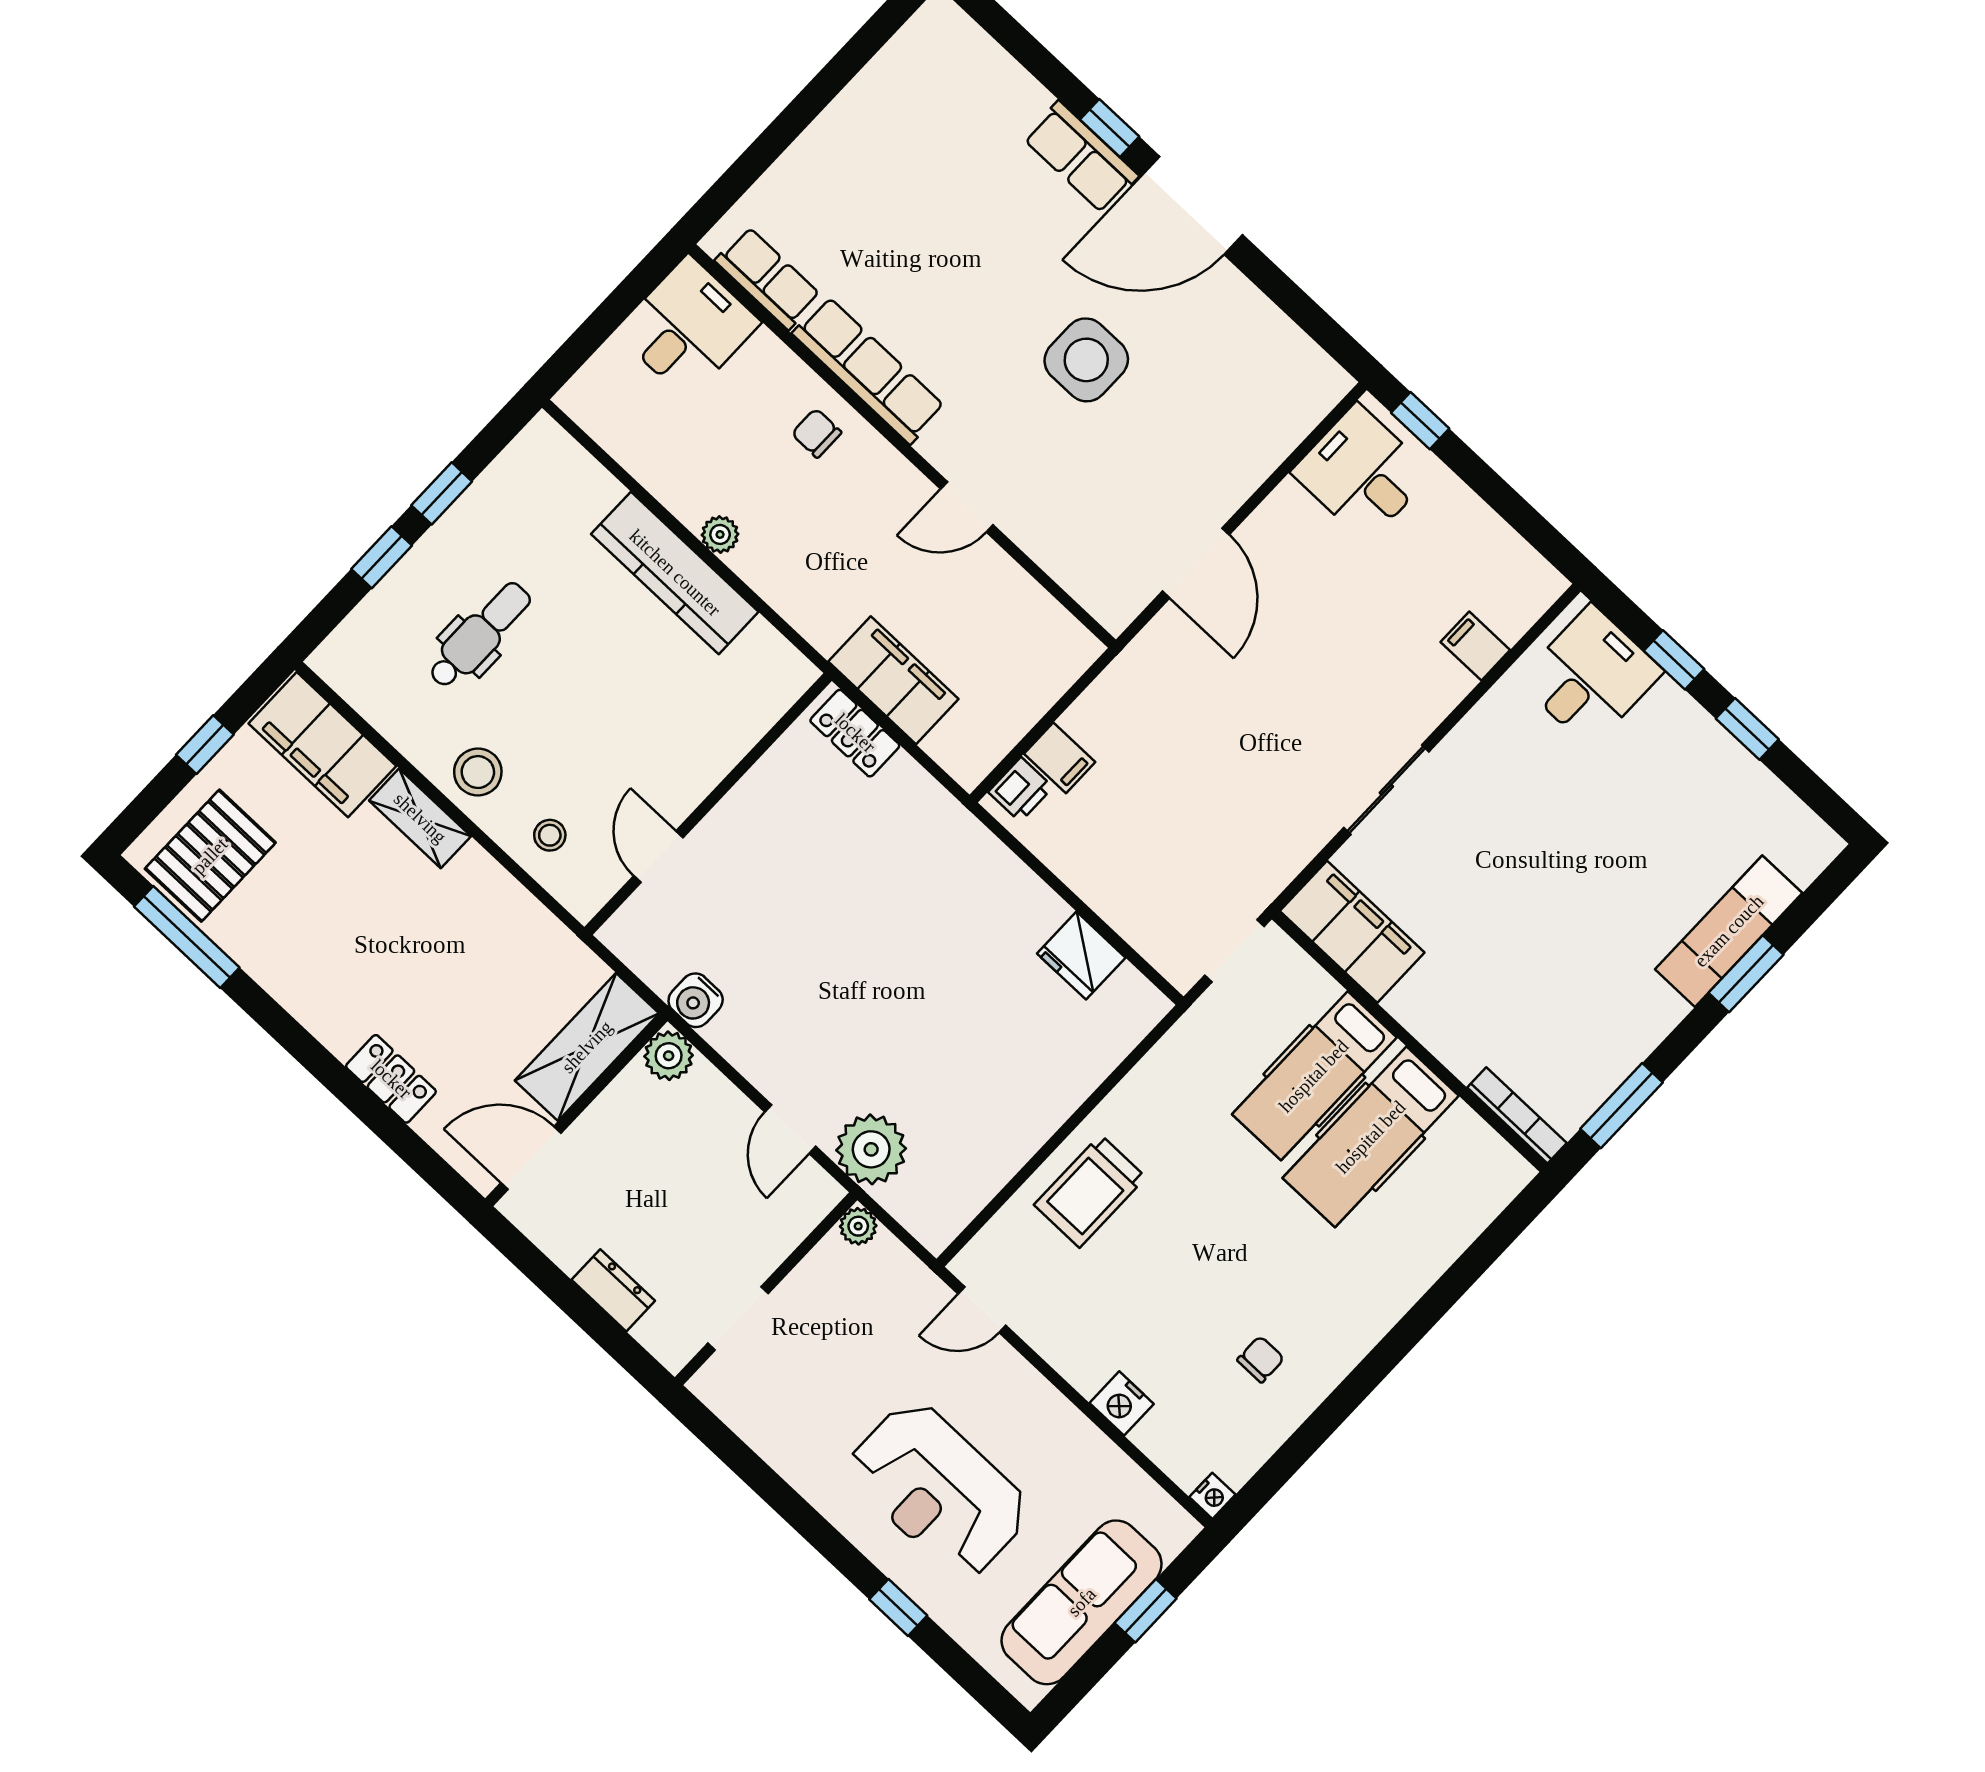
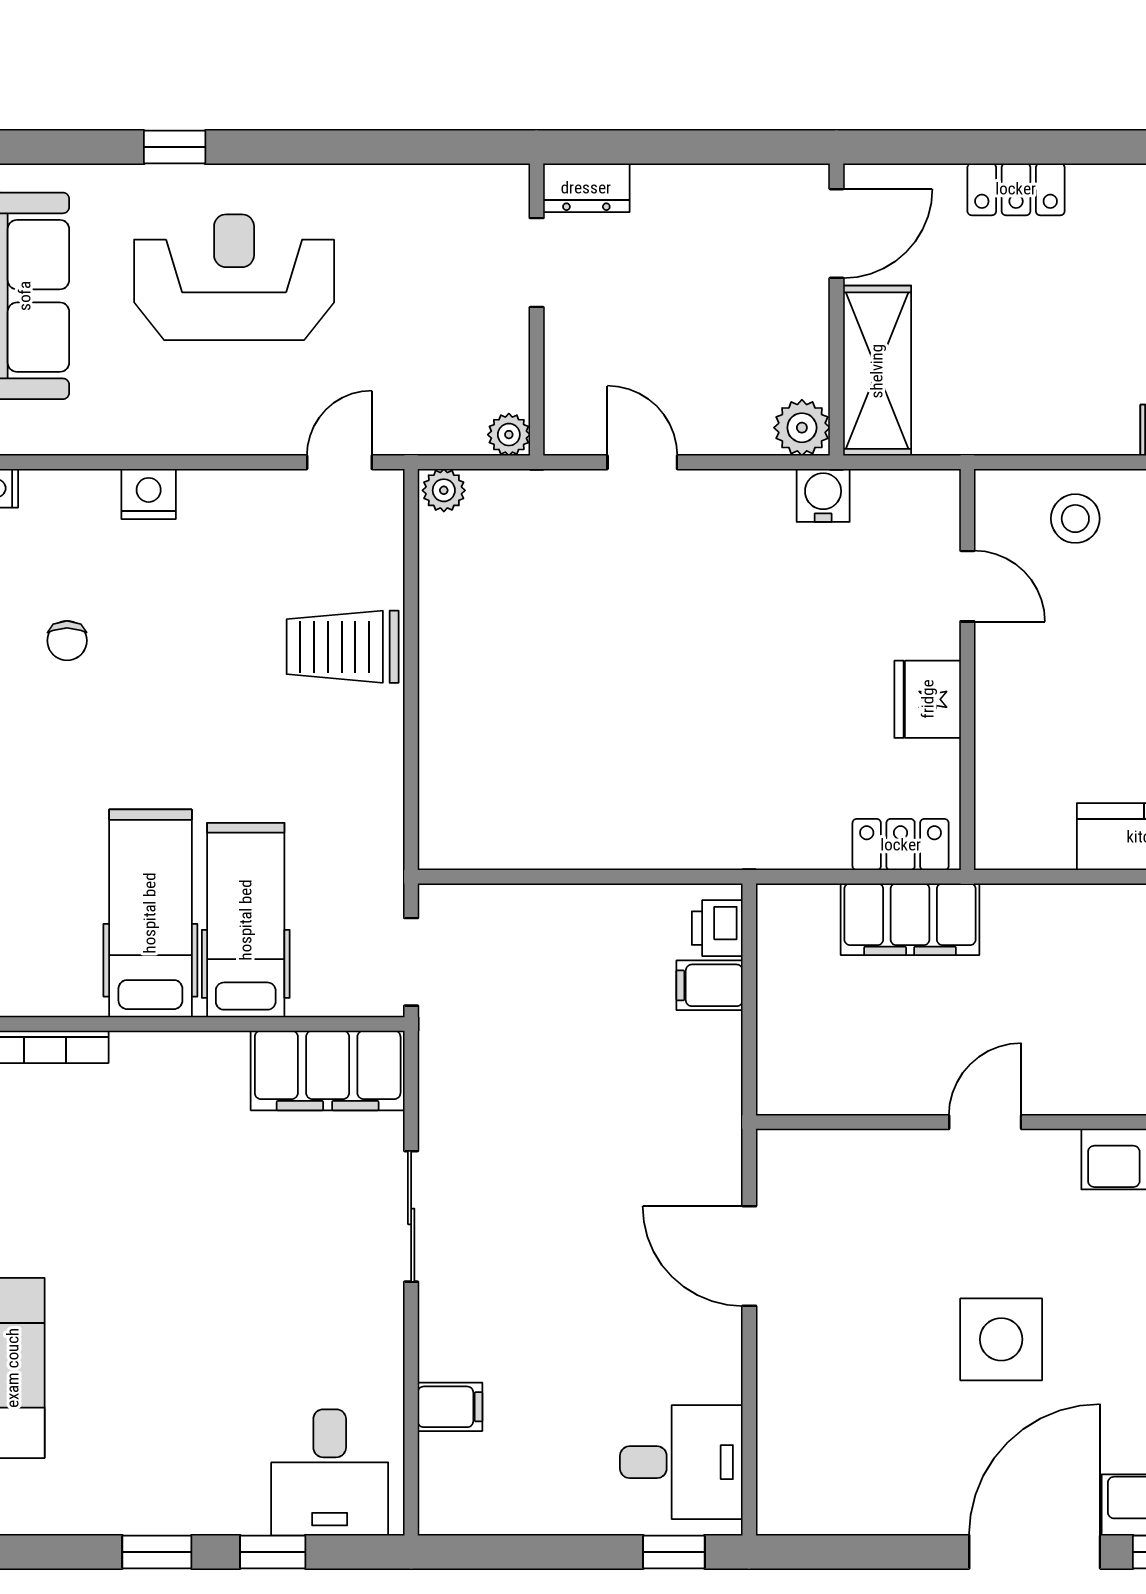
stool: (550, 835) -> (1075, 519), width x1.37, depth x1.37
fridge: (1081, 956) -> (928, 699), moved, turned -90
plant: (871, 1149) -> (444, 490), moved, width x0.53, depth x0.53
trolley: (1090, 1191) -> (343, 647), turned -90
dresser: (613, 1290) -> (586, 188), moved

